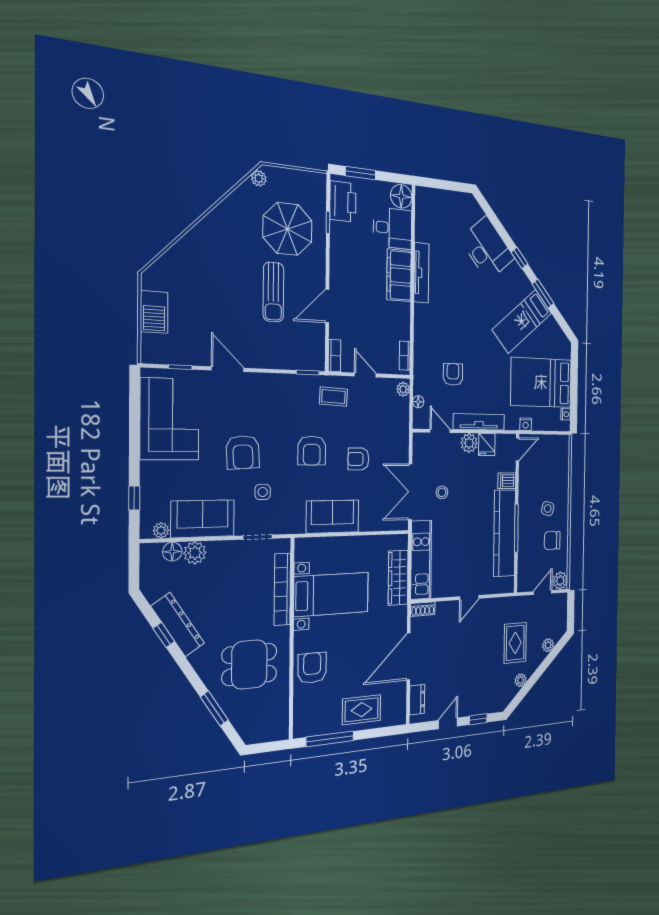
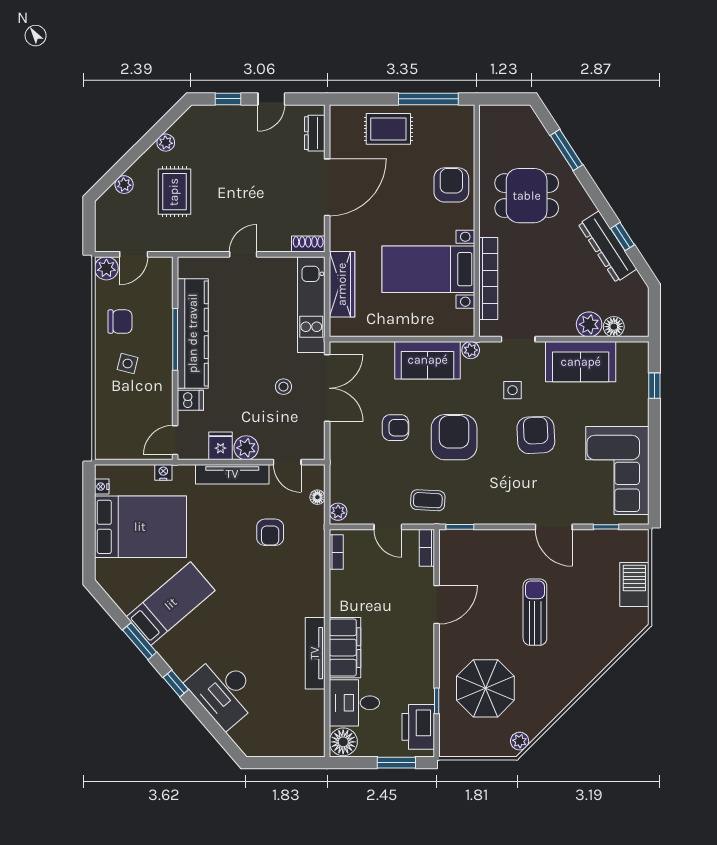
sun lounger: (273, 292) -> (535, 612), moved
armchair: (312, 451) -> (454, 437), width x1.36, depth x1.36
plant: (161, 530) -> (471, 350), moved
armchair: (312, 668) -> (451, 185), turned 180

